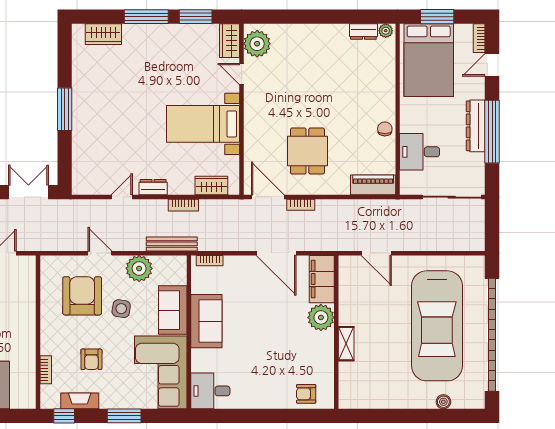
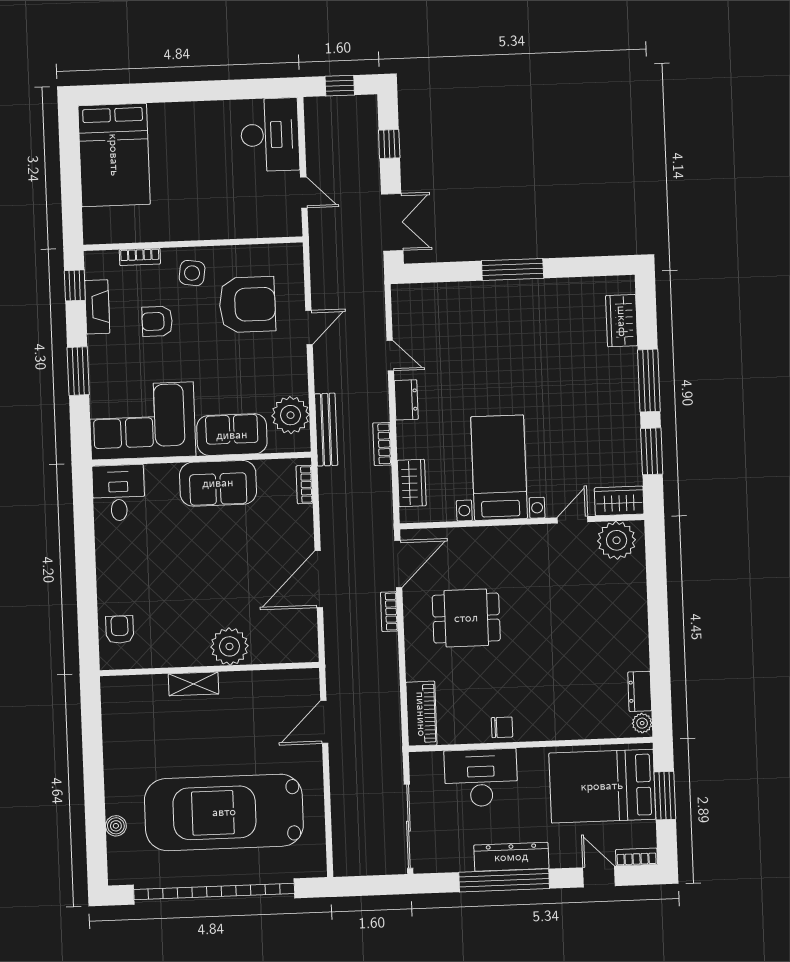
desk: (420, 152) -> (481, 778), width x1.37
plant: (139, 268) -> (291, 415), moved
filing cabinet: (322, 279) -> (284, 646), removed
side table: (121, 309) -> (192, 273), moved

